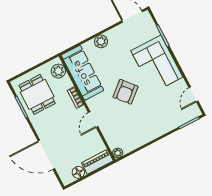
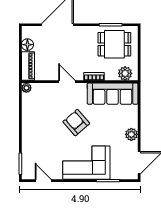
plant: (101, 41) -> (131, 134), moved

